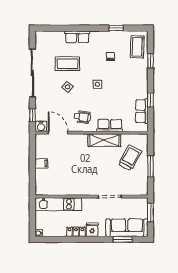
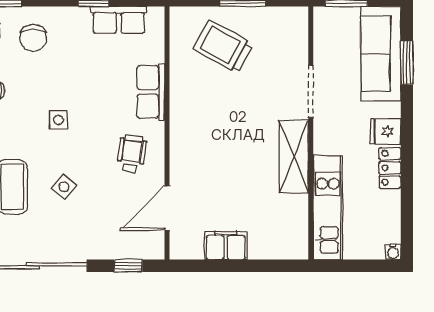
chair: (134, 73) -> (33, 38), added
water cooler: (41, 126) -> (153, 246), removed
shelving: (104, 140) -> (294, 156), moved
filing cabinet: (41, 163) -> (226, 246), width x2.00

